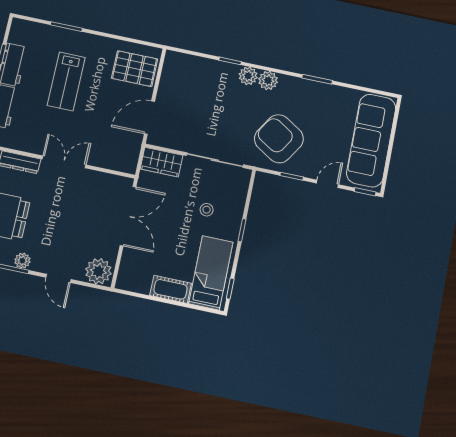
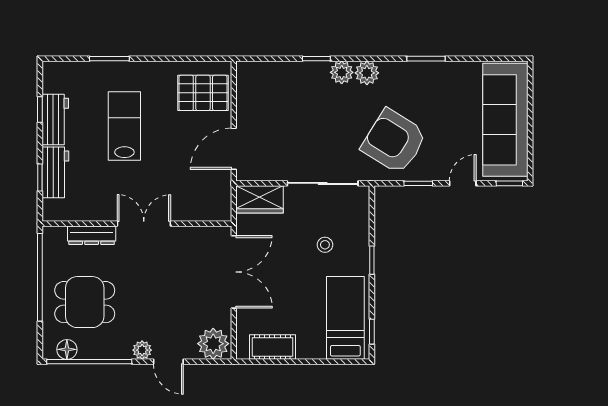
lab bench: (66, 81) -> (124, 126), turned 180
plant: (22, 261) -> (142, 350), moved
cot: (171, 289) -> (272, 347), moved

